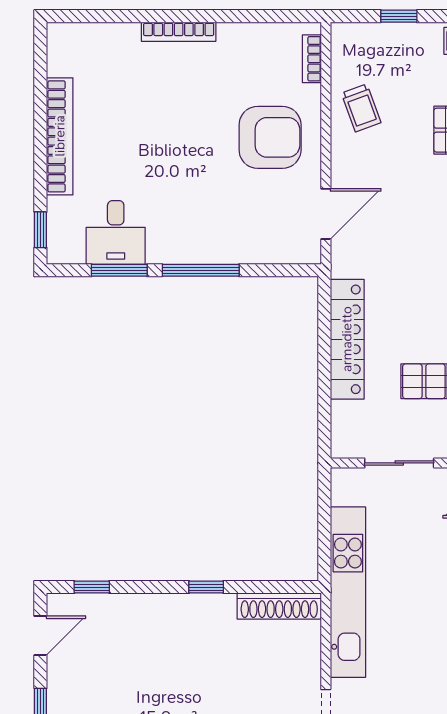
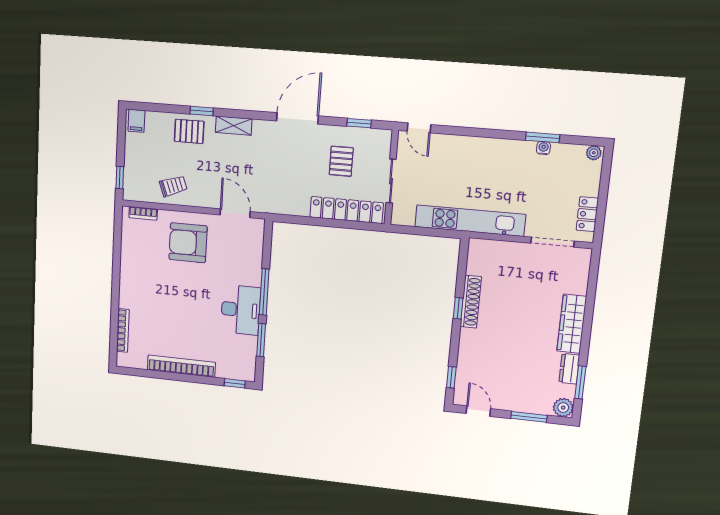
window: (399, 16) -> (120, 178), moved
bookcase: (179, 32) -> (123, 330), moved
armchair: (270, 137) -> (188, 243), turned -90
desk: (116, 232) -> (241, 310), moved, width x1.37
locker: (347, 339) -> (347, 210), moved
shoe rack: (279, 606) -> (471, 302), moved

